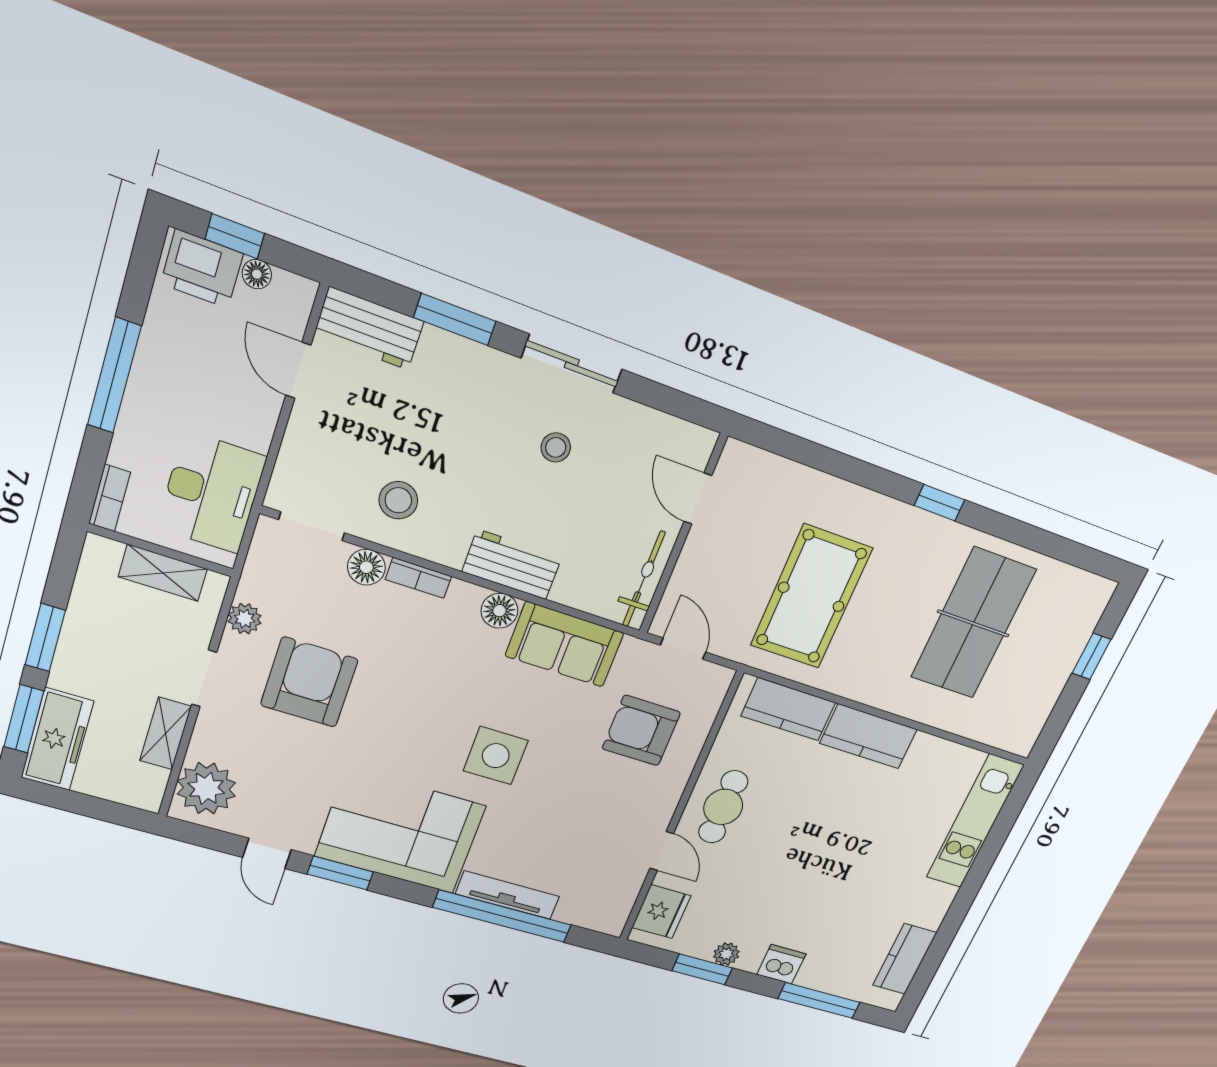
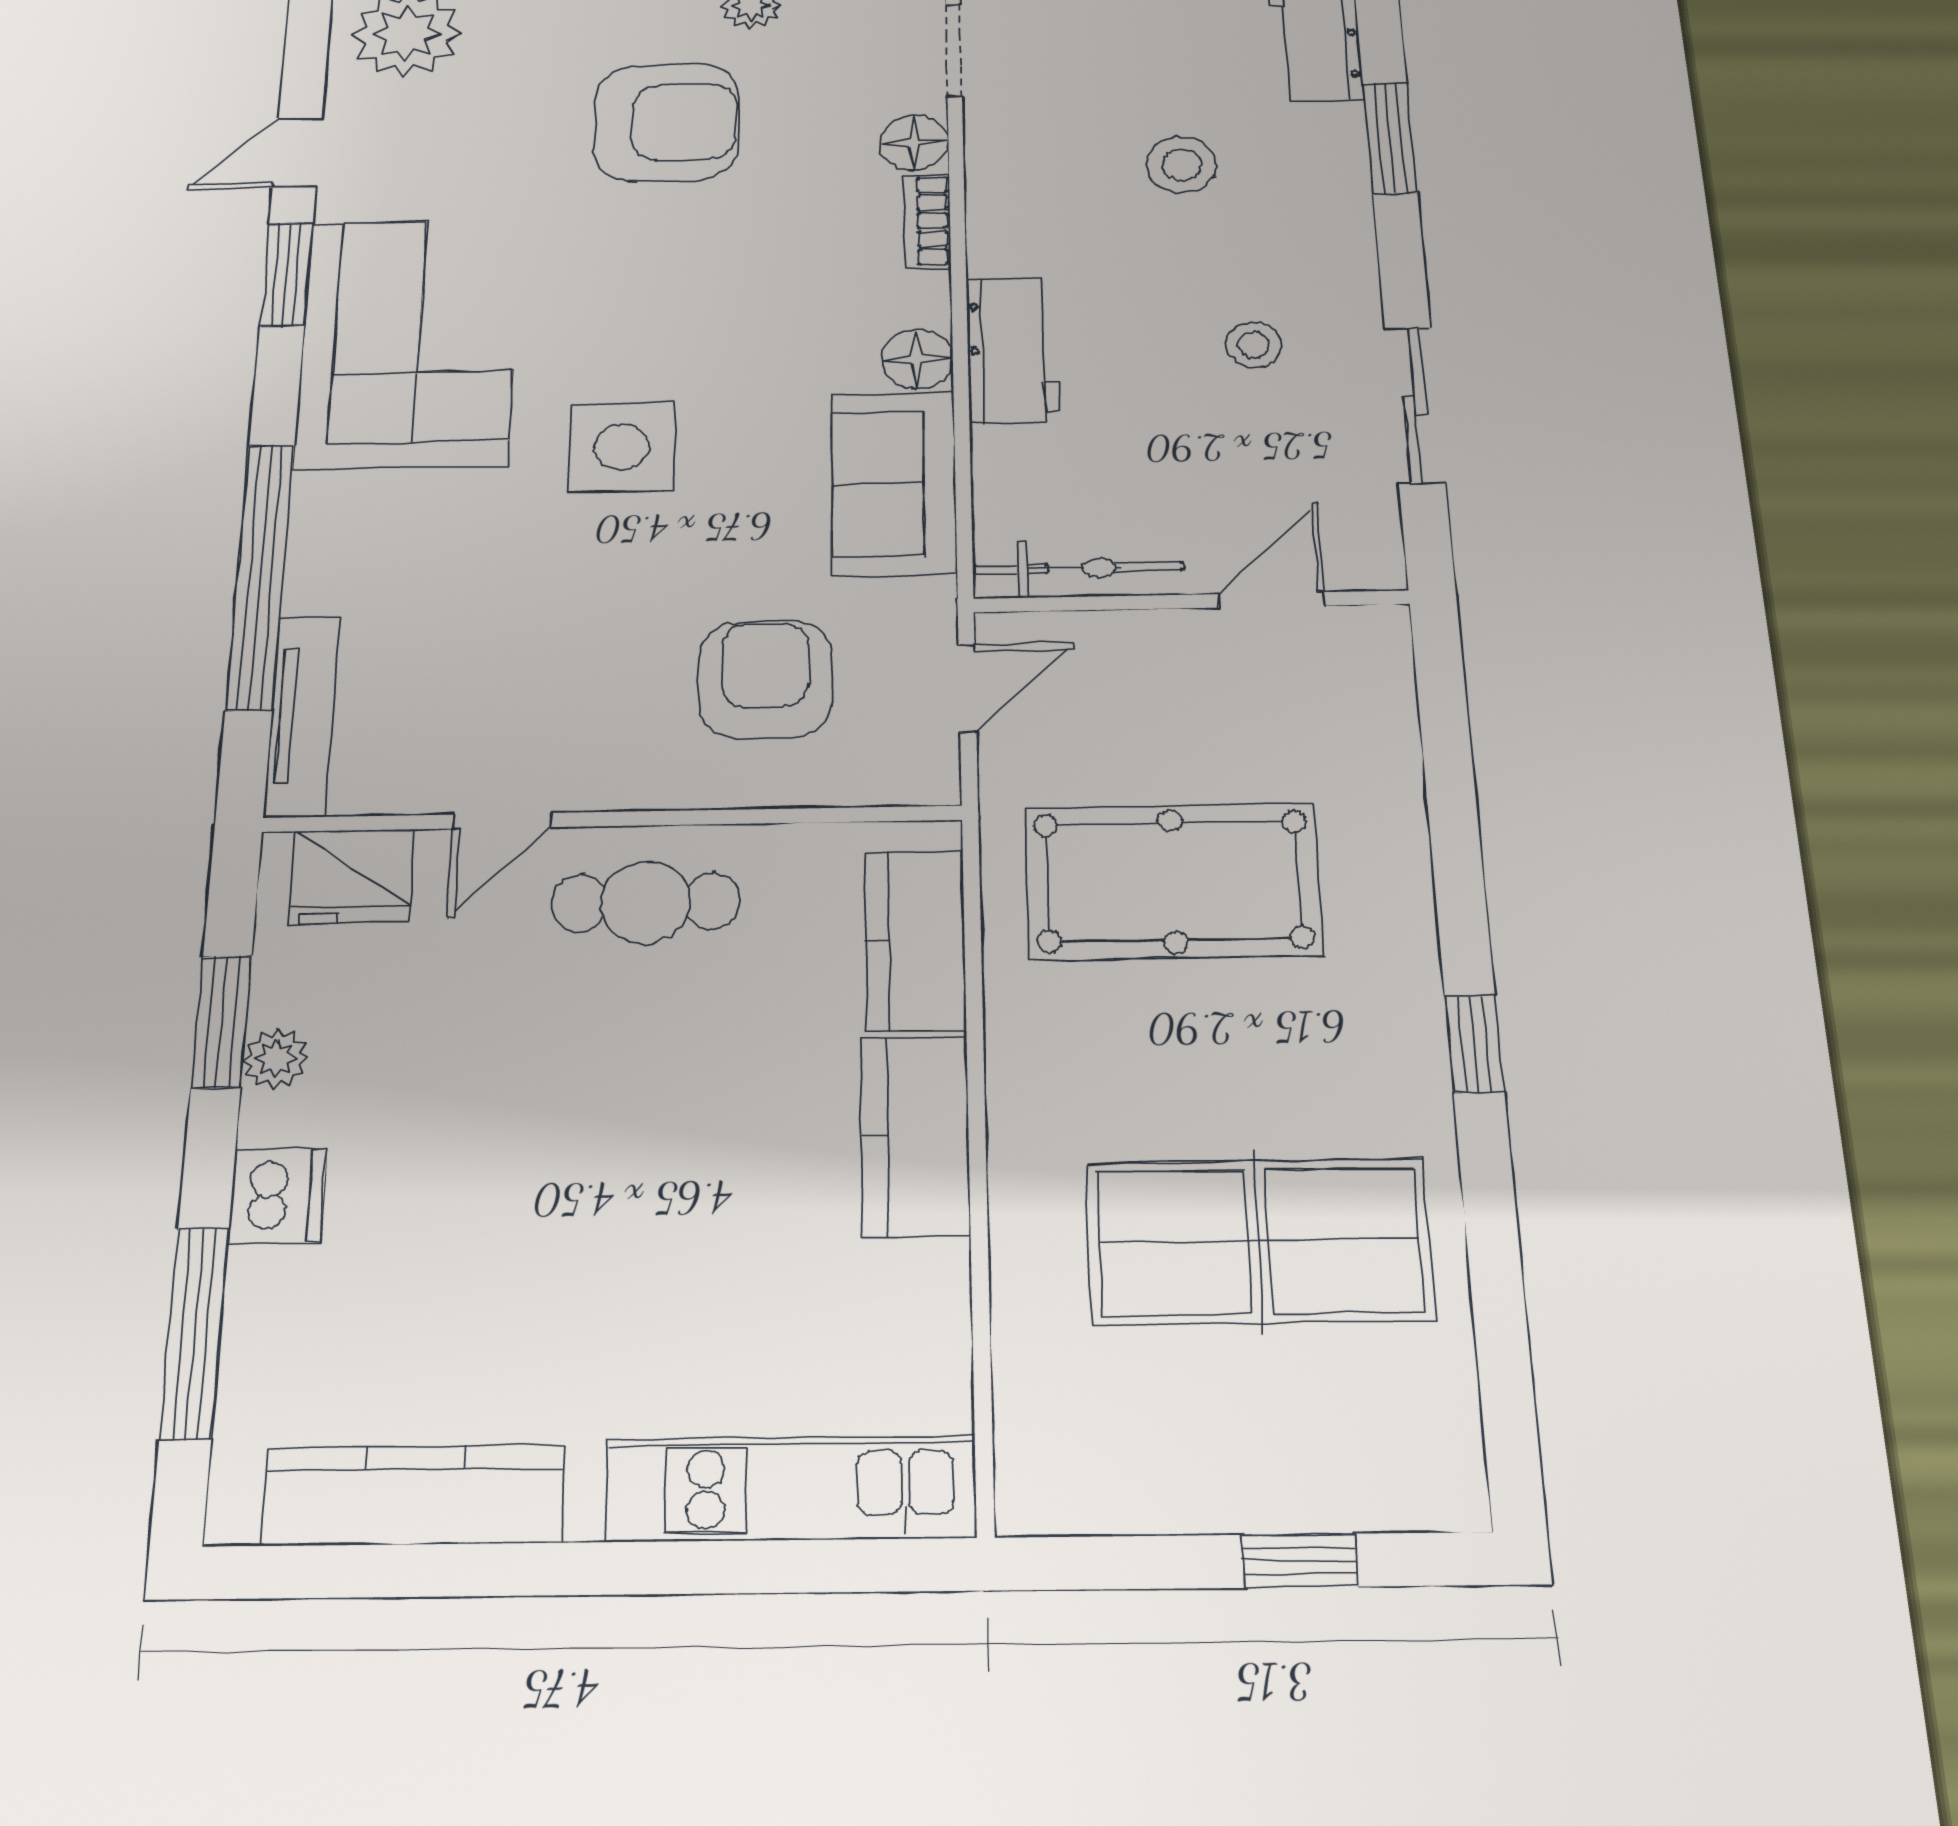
sliding door: (572, 364) -> (1415, 405), moved
stool: (398, 500) -> (1181, 165), moved
tv unit: (508, 895) -> (302, 716), moved
kitchen counter: (905, 959) -> (414, 1495), width x1.50

